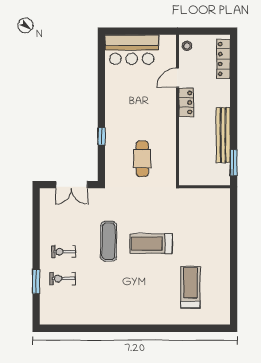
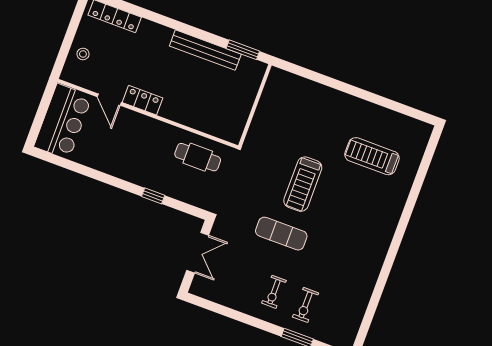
door: (177, 78) -> (109, 100), moved
locker: (186, 102) -> (143, 100), moved
wall: (177, 110) -> (148, 114), moved

